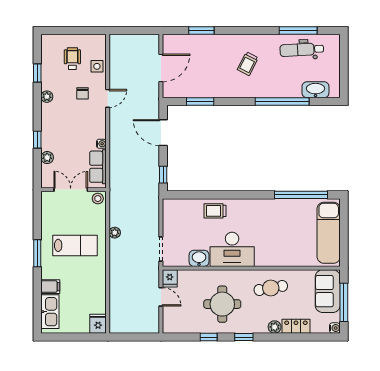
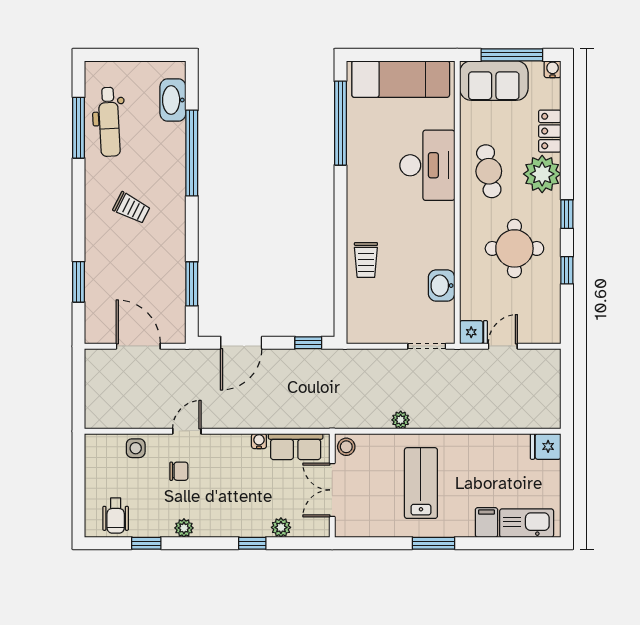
wheelchair: (72, 59) -> (116, 515), moved, turned -90
door: (108, 98) -> (187, 431), hinge flipped
desk: (232, 249) -> (427, 165), moved
plant: (275, 327) -> (542, 174), width x1.88, depth x1.88

